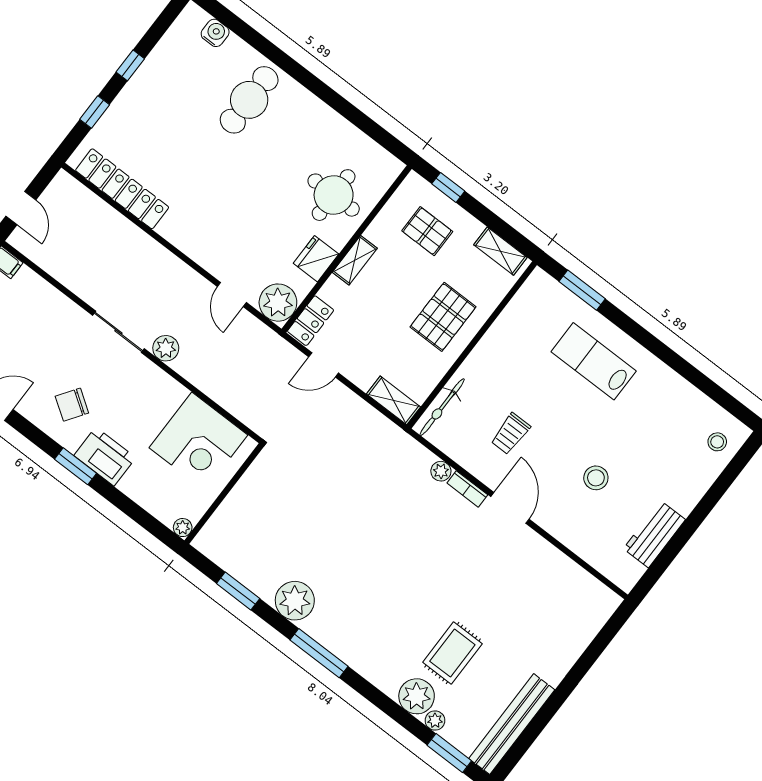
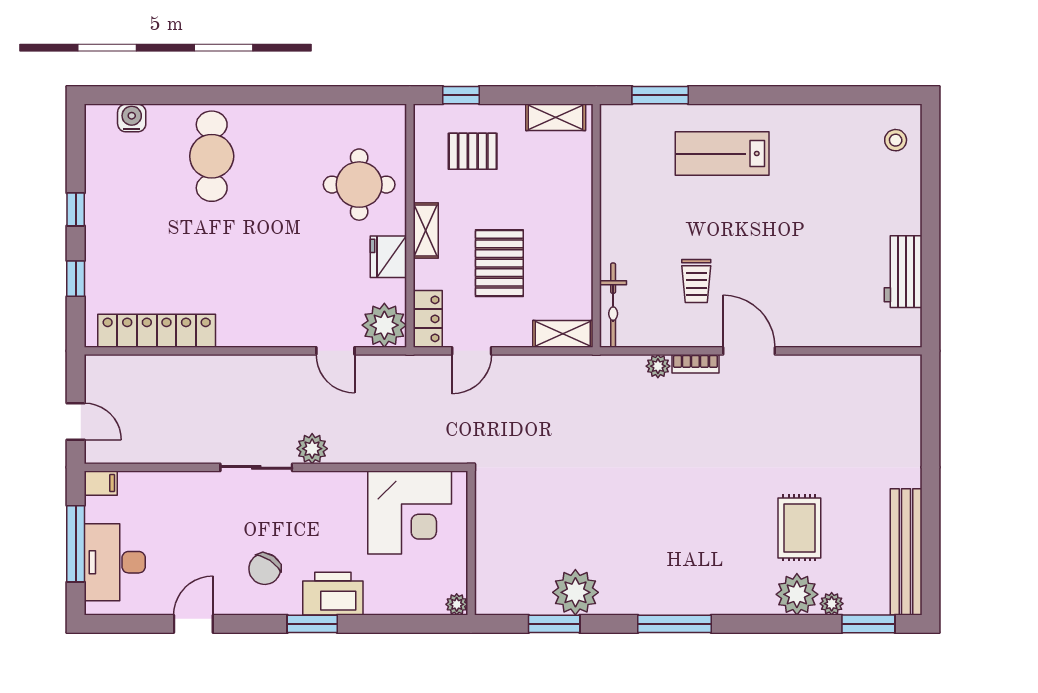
pallet: (443, 317) -> (499, 263), moved
stool: (596, 478) -> (808, 261), removed
plant: (295, 601) -> (575, 592), moved

